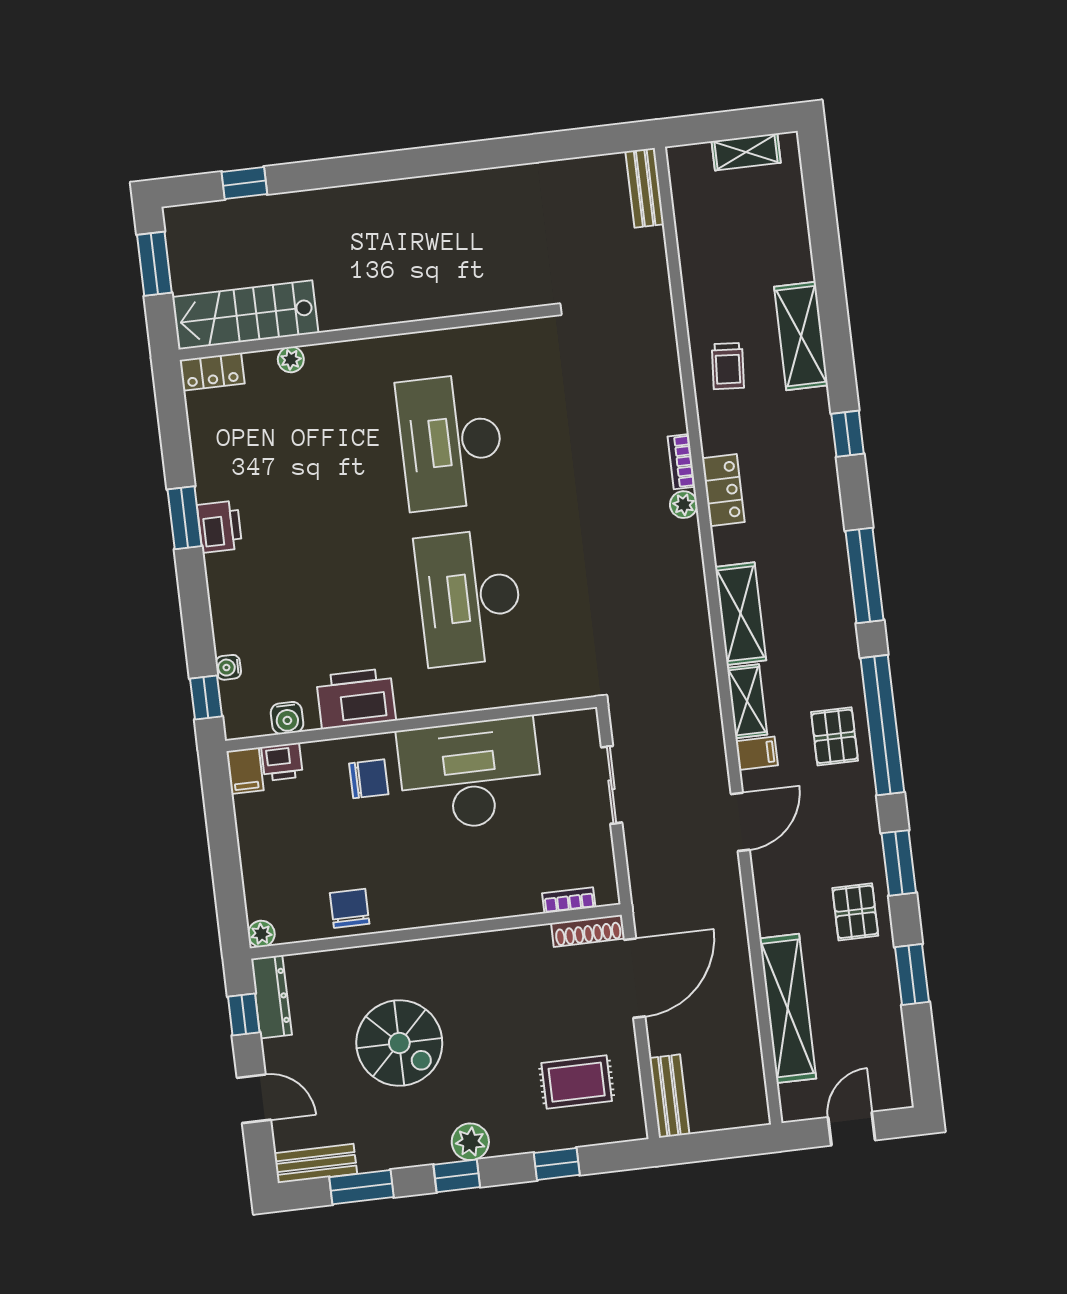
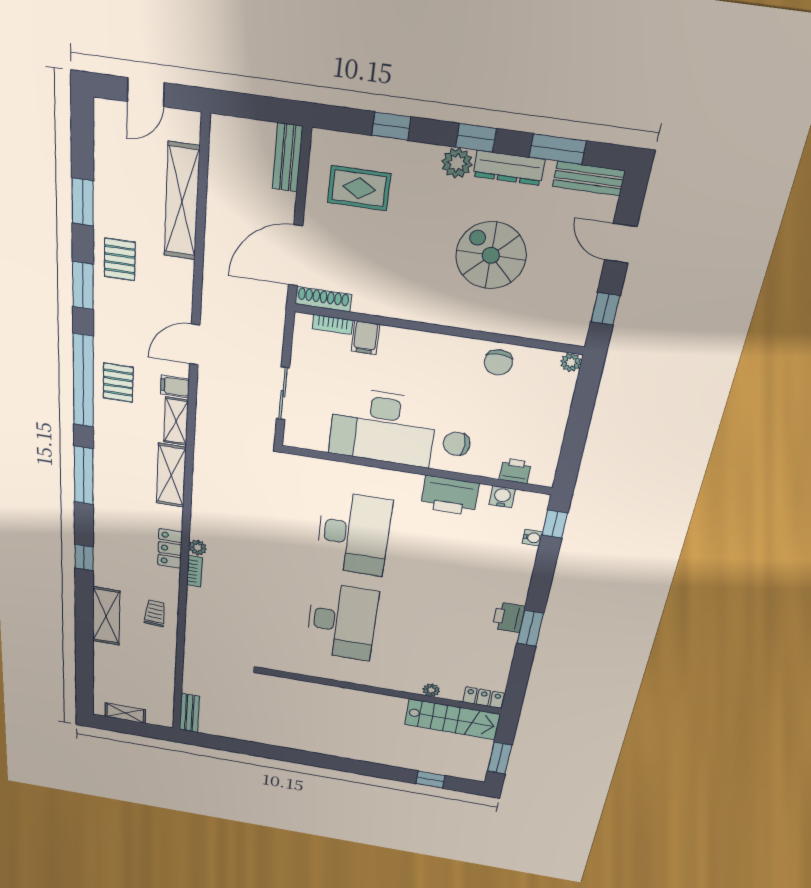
filing cabinet: (245, 771) -> (365, 338), moved, turned 180
dresser: (271, 997) -> (509, 168), moved, turned -90

